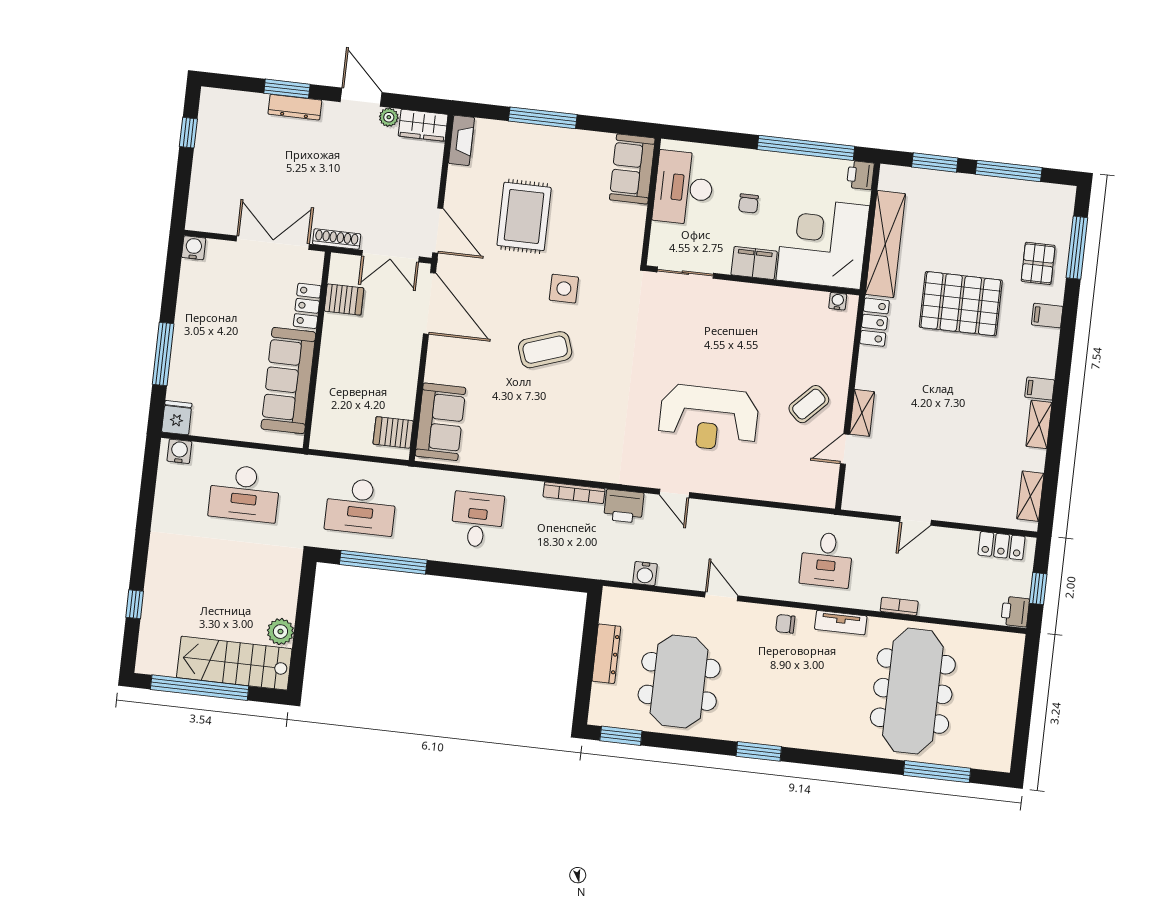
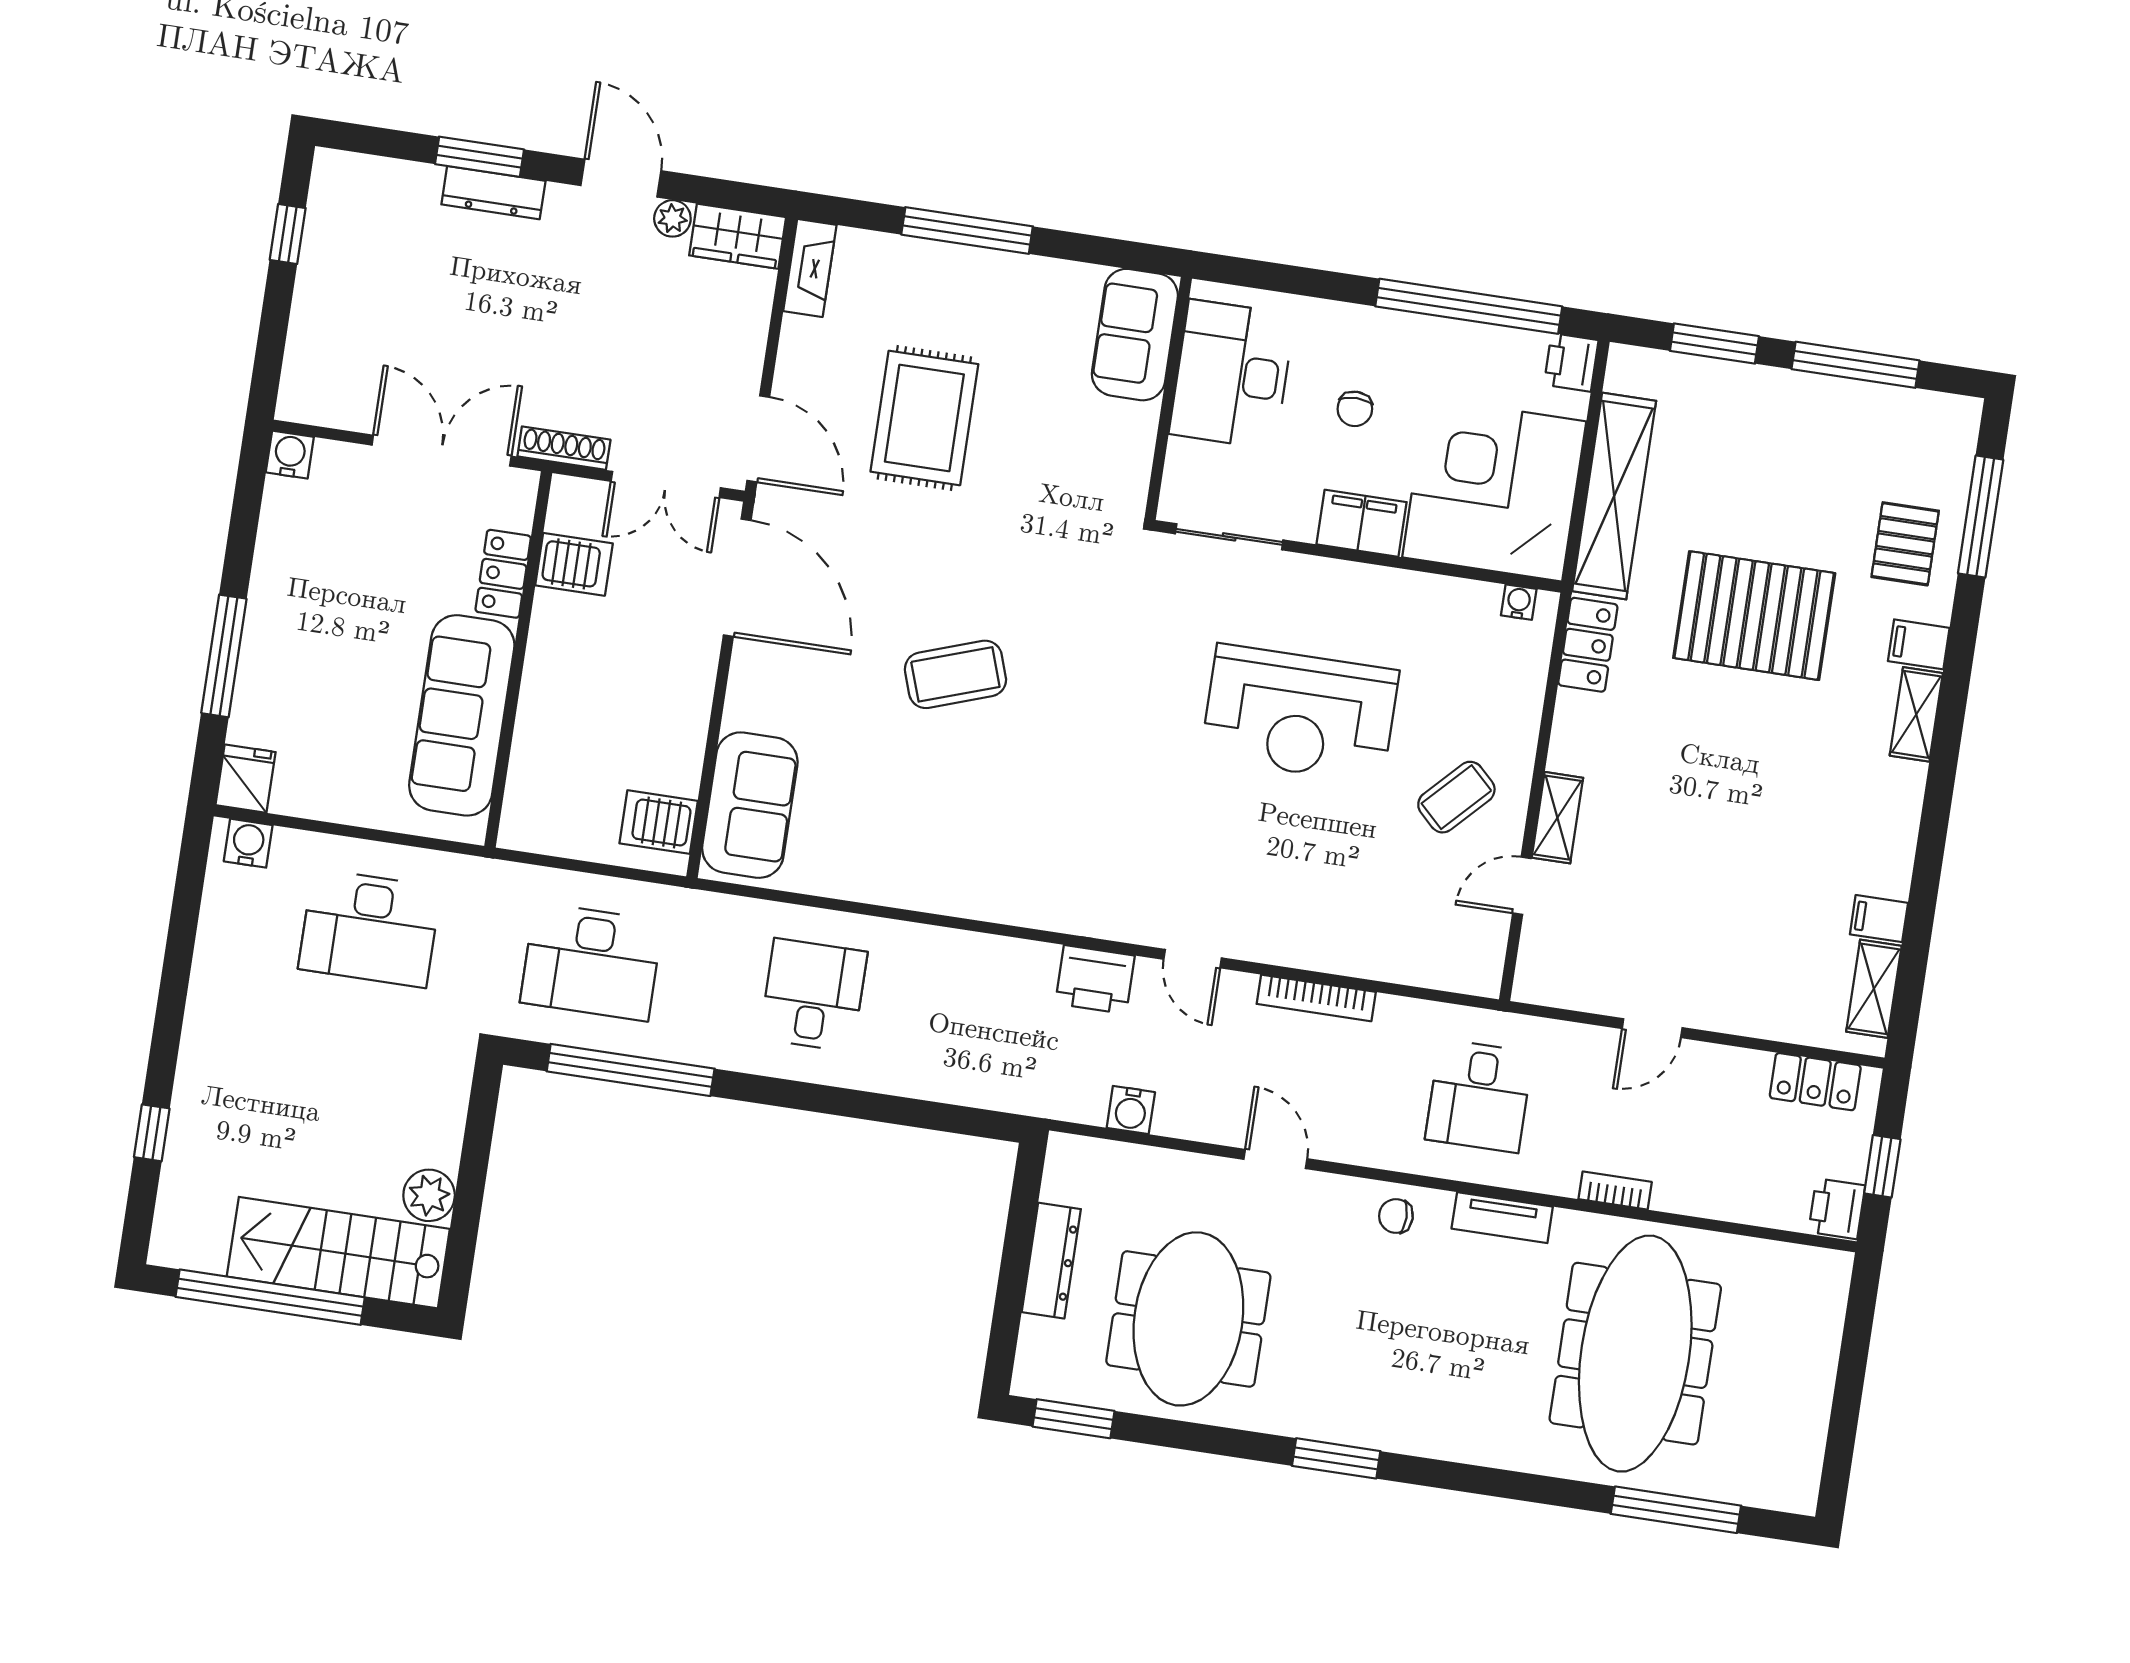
side table: (564, 289) -> (996, 559), removed
filing cabinet: (1040, 389) -> (1879, 919), moved
reception desk: (709, 418) -> (1300, 714), moved
shelving: (1039, 424) -> (1916, 714), moved
bookcase: (574, 493) -> (1316, 998), moved

